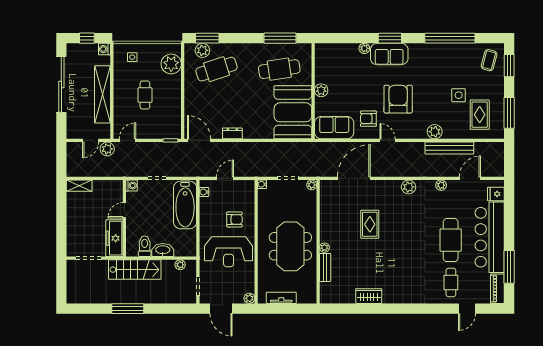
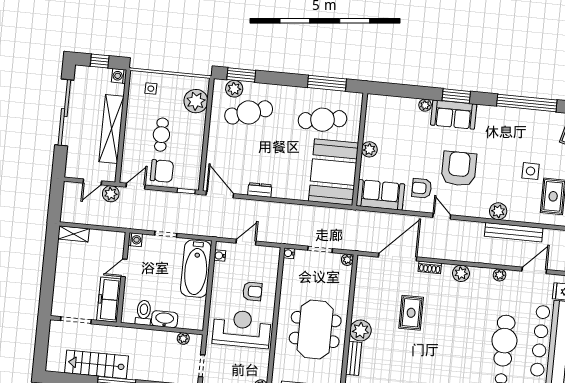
chair: (148, 126) -> (162, 171), added
shoe rack: (382, 185) -> (430, 267), added
plant: (324, 248) -> (360, 330), width x1.87, depth x1.87
reception desk: (229, 252) -> (242, 329), turned 180
stairs: (135, 270) -> (96, 364), moved, turned 180

